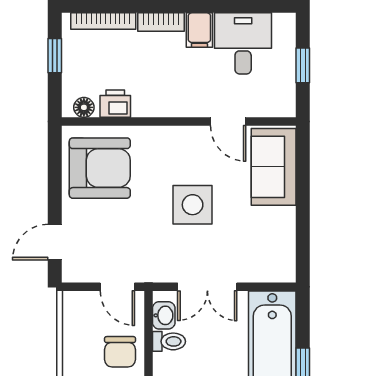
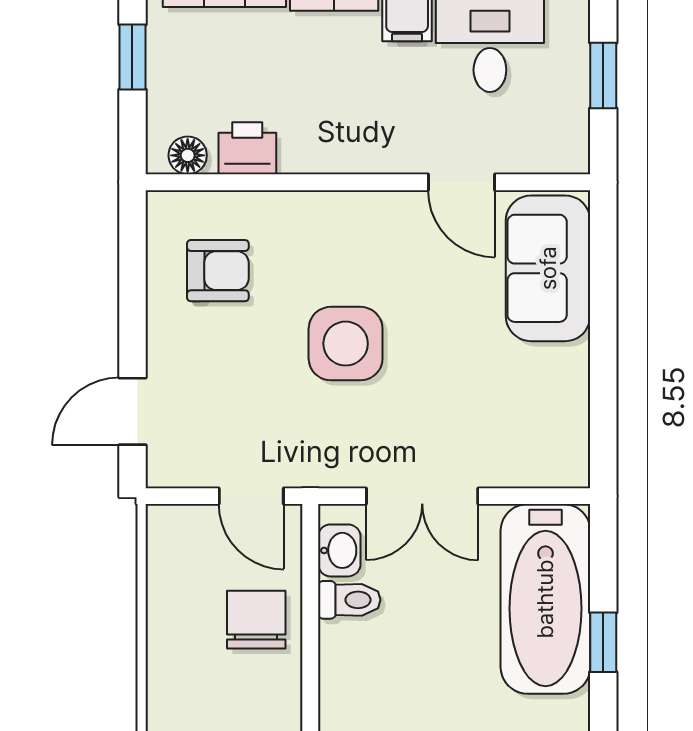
armchair: (100, 168) -> (218, 271), width x0.53, depth x0.53
side table: (193, 205) -> (346, 344), moved
chair: (120, 352) -> (256, 620), turned 180

